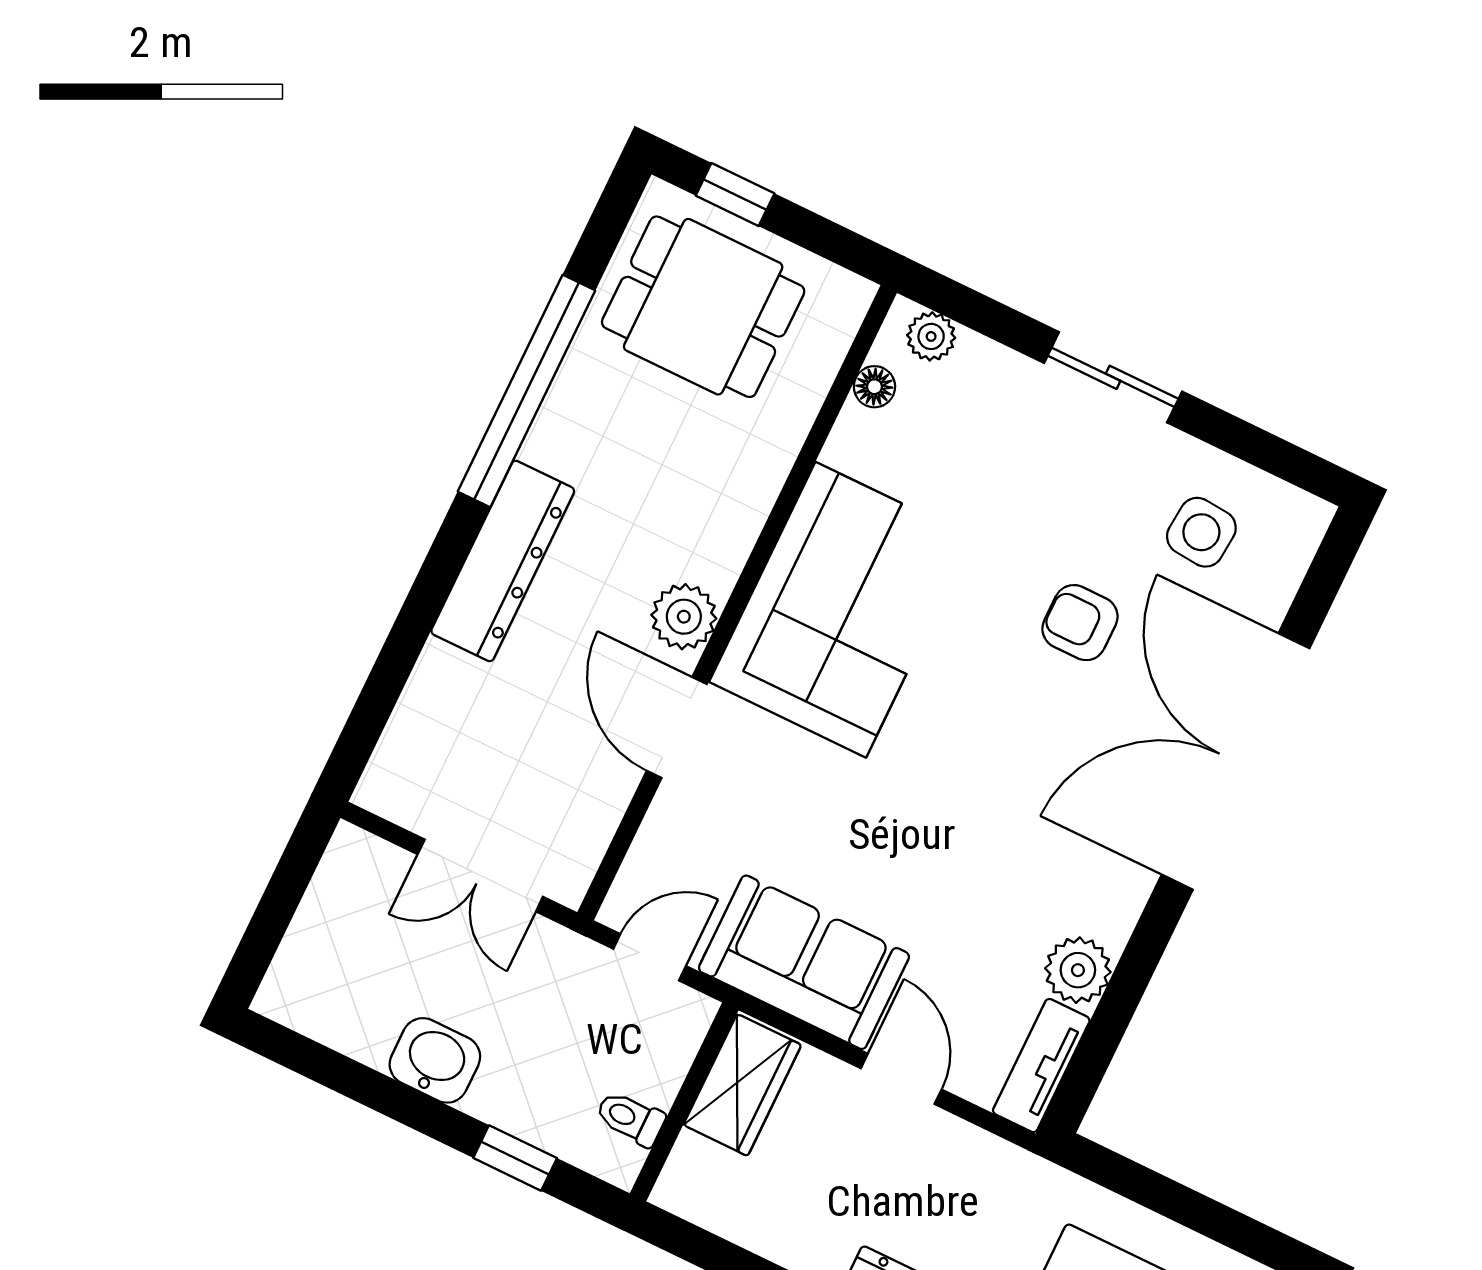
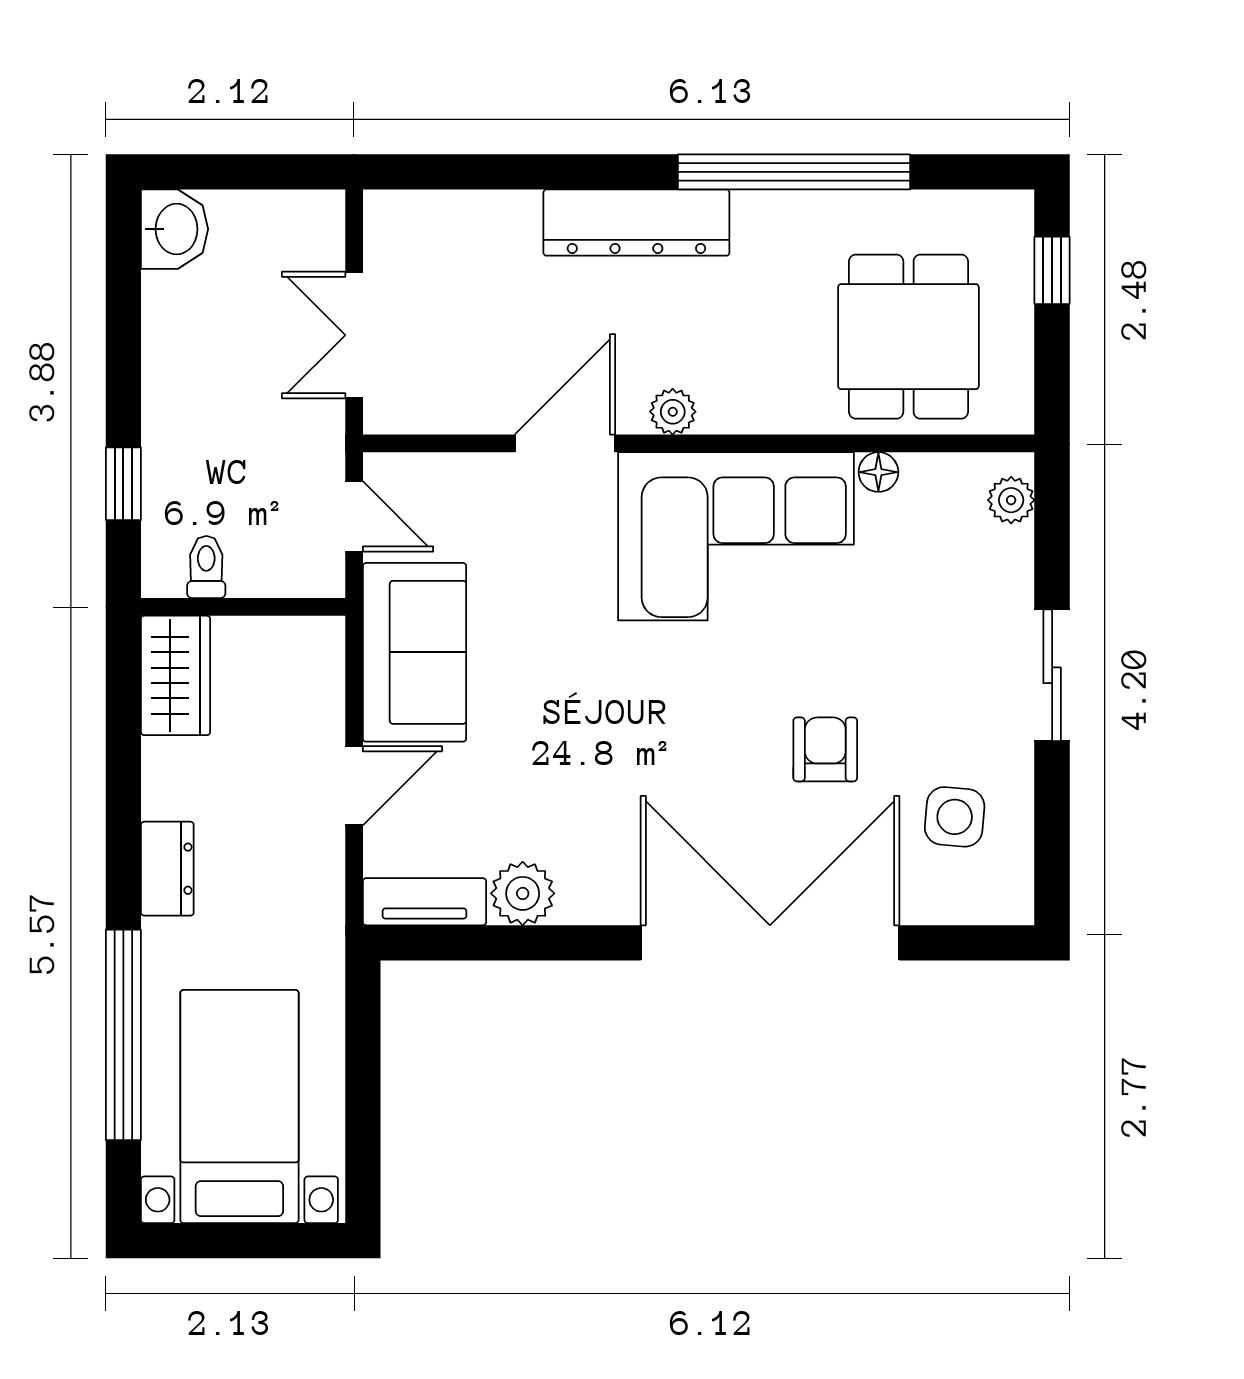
dining table: (703, 307) -> (908, 337), moved
floor lamp: (874, 387) -> (878, 472), moved
plant: (684, 617) -> (673, 412), width x0.73, depth x0.73
washbasin: (435, 1060) -> (175, 229), moved
wardrobe: (742, 1085) -> (176, 675), moved, turned -90

